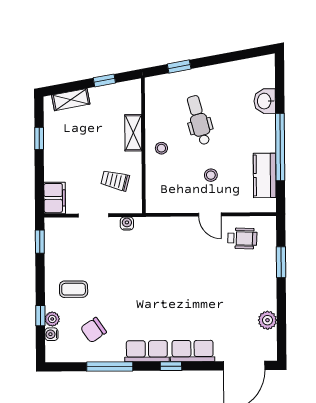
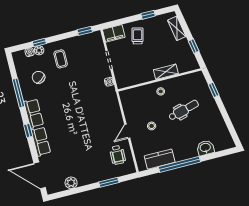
trolley: (115, 180) -> (138, 36), moved

